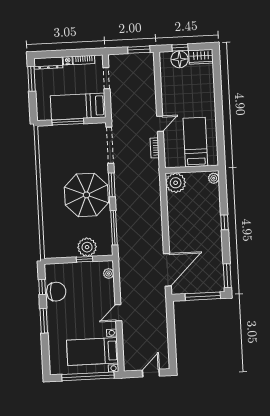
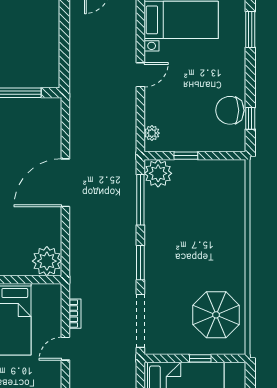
window: (68, 122) -> (200, 358), width x0.46
parasol: (86, 195) -> (216, 315), moved, width x0.73, depth x0.73
plant: (87, 247) -> (158, 173), moved
door: (167, 270) -> (65, 183), moved
window: (44, 321) -> (250, 30), moved

